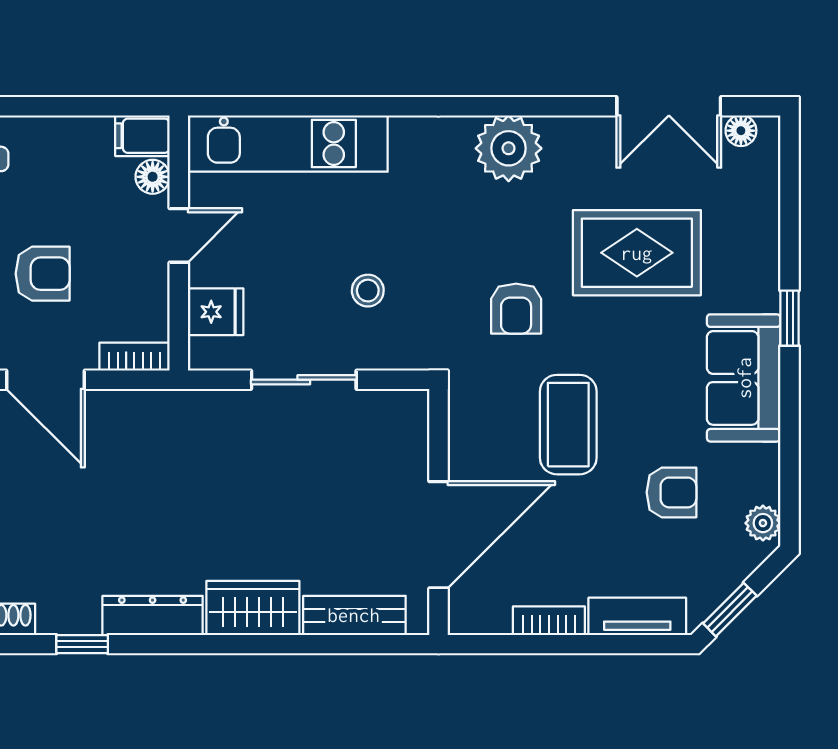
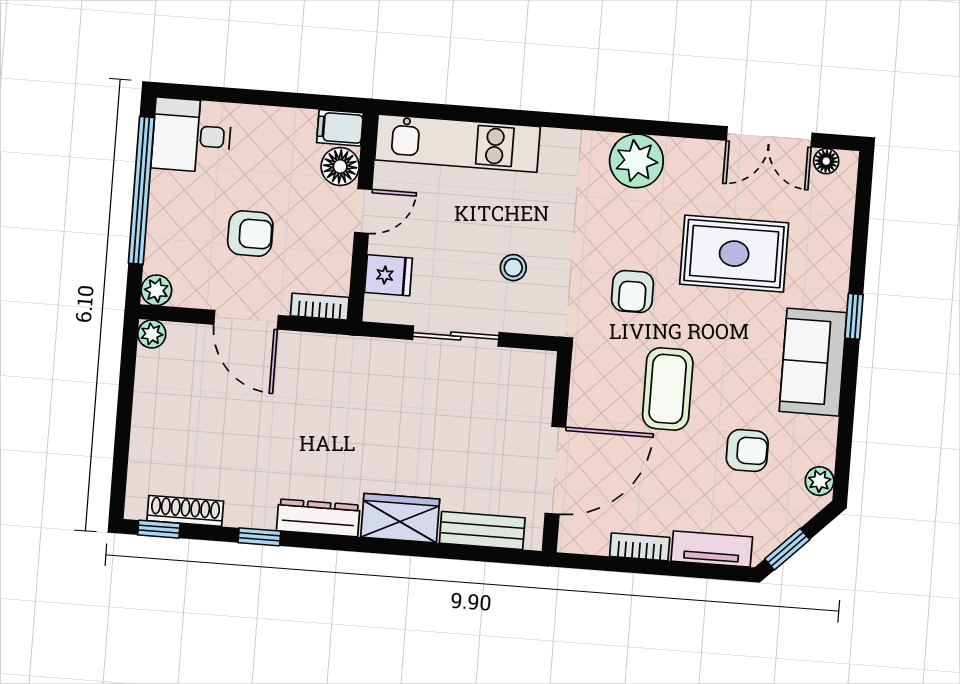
floor lamp: (153, 177) -> (340, 167), width x1.37, depth x1.37

